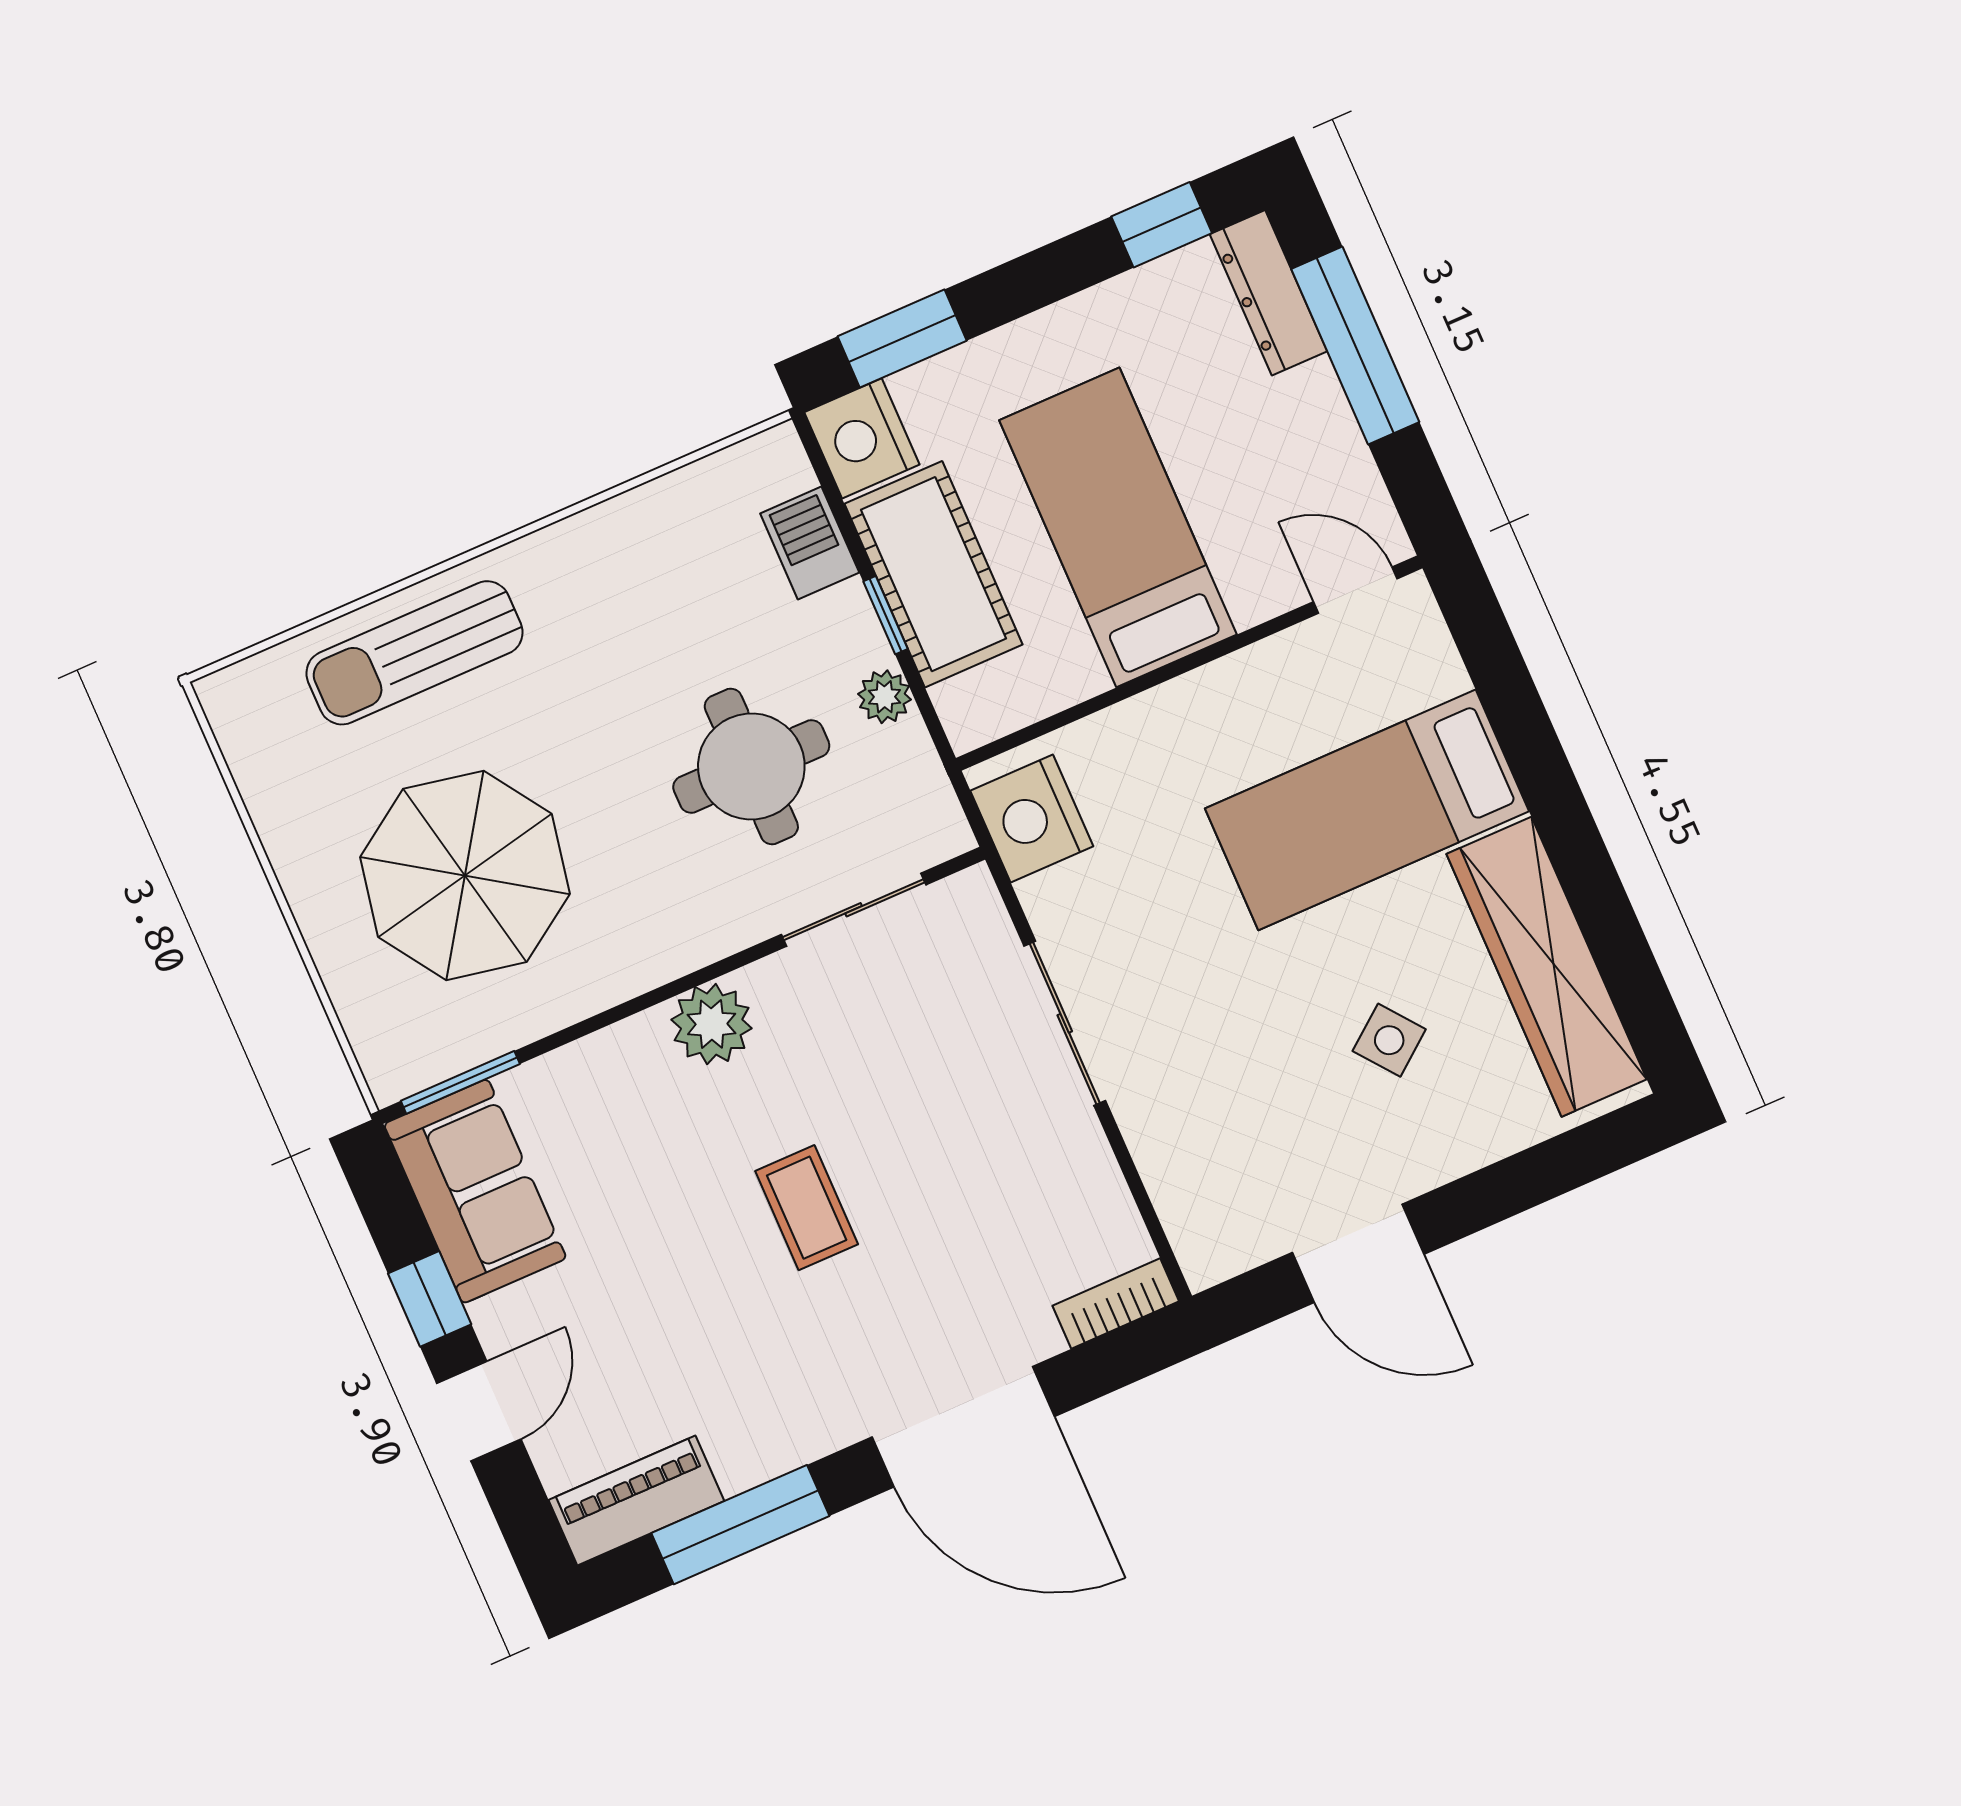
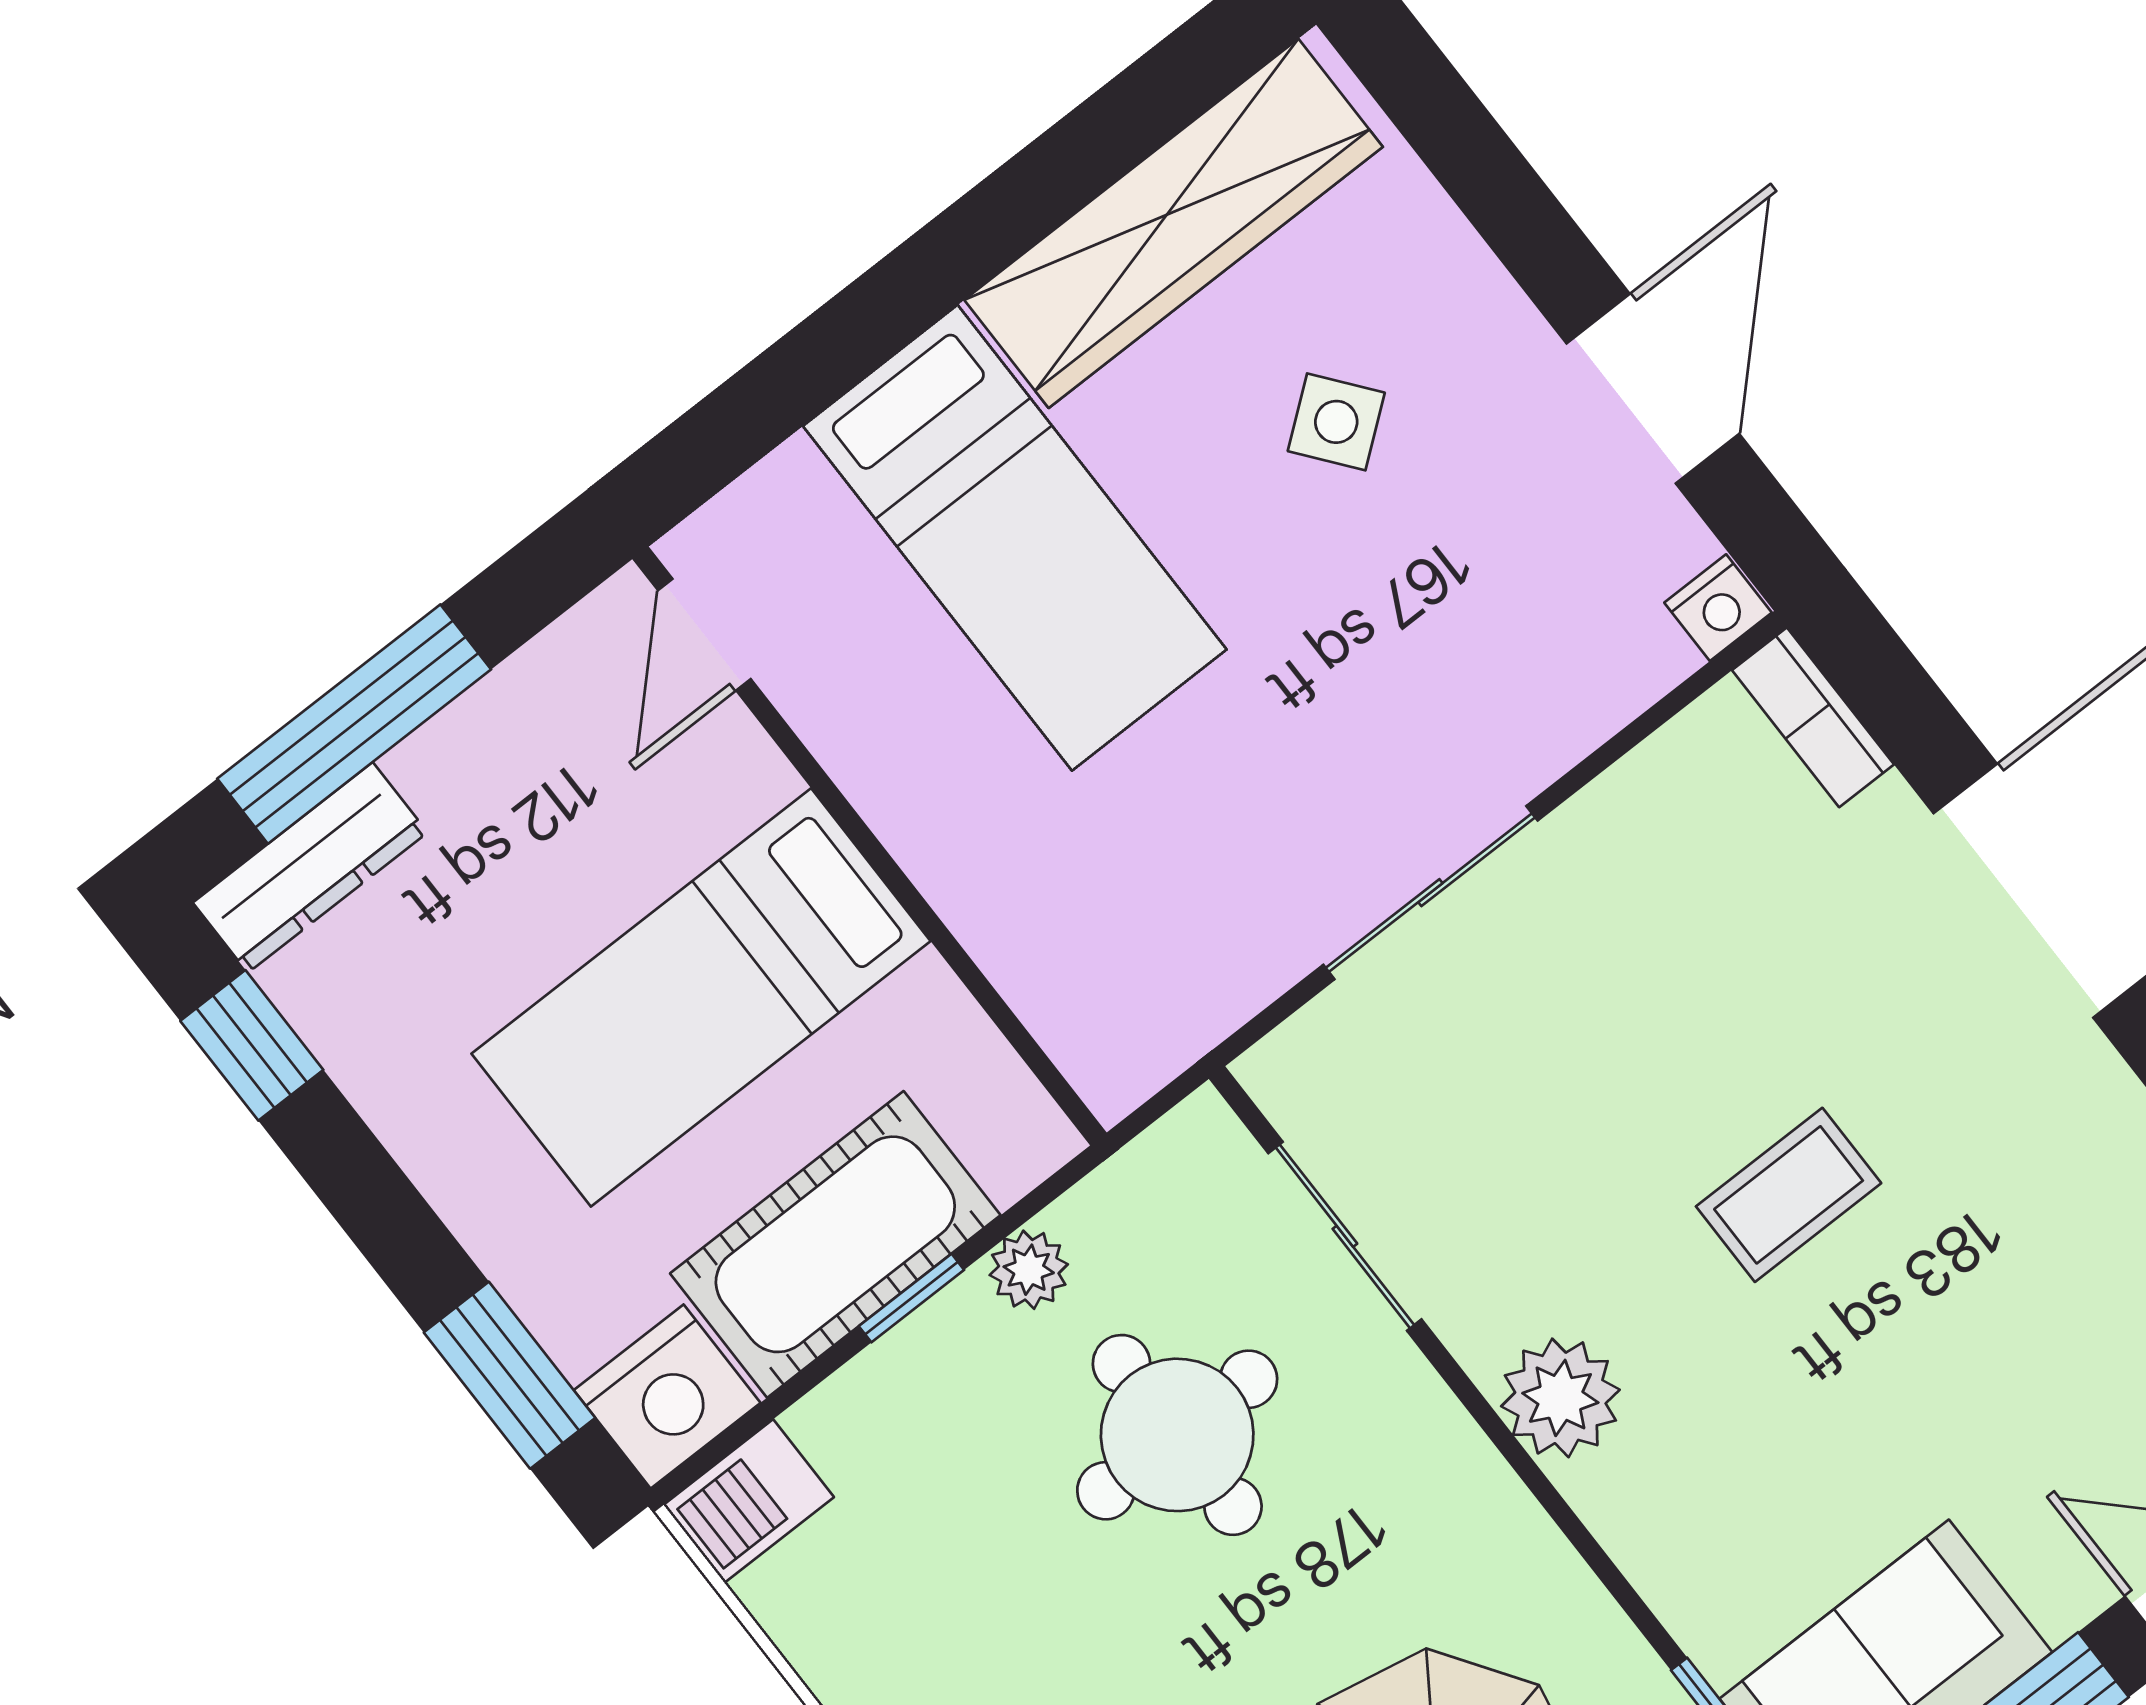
barbecue: (810, 543) -> (749, 1501), moved
nightstand: (1032, 819) -> (1718, 608), moved, width x0.53, depth x0.56

